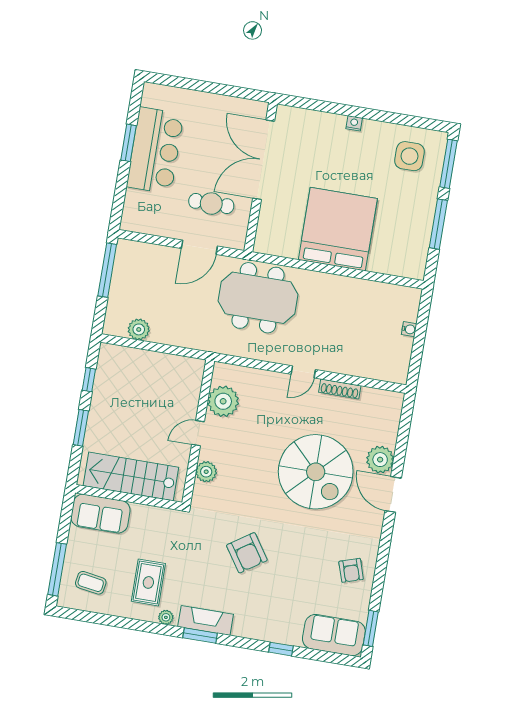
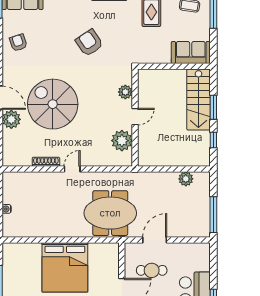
stairs: (131, 476) -> (198, 100), moved, turned 90

